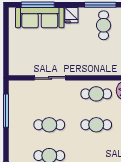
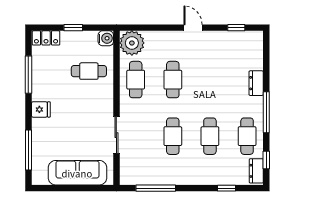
sofa: (40, 18) -> (77, 173), moved, turned -90
cafe table: (104, 25) -> (89, 71), moved

